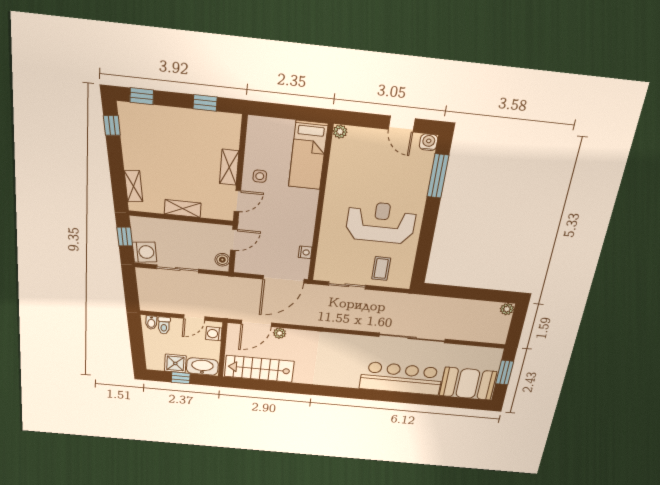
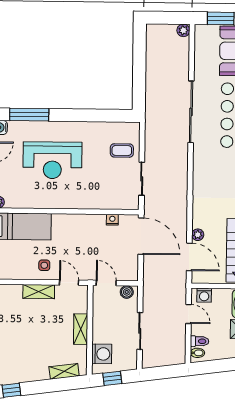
reception desk: (381, 222) -> (52, 160), moved, turned -90
washing machine: (145, 252) -> (102, 354), moved, turned 97
plant: (507, 309) -> (183, 30), moved

